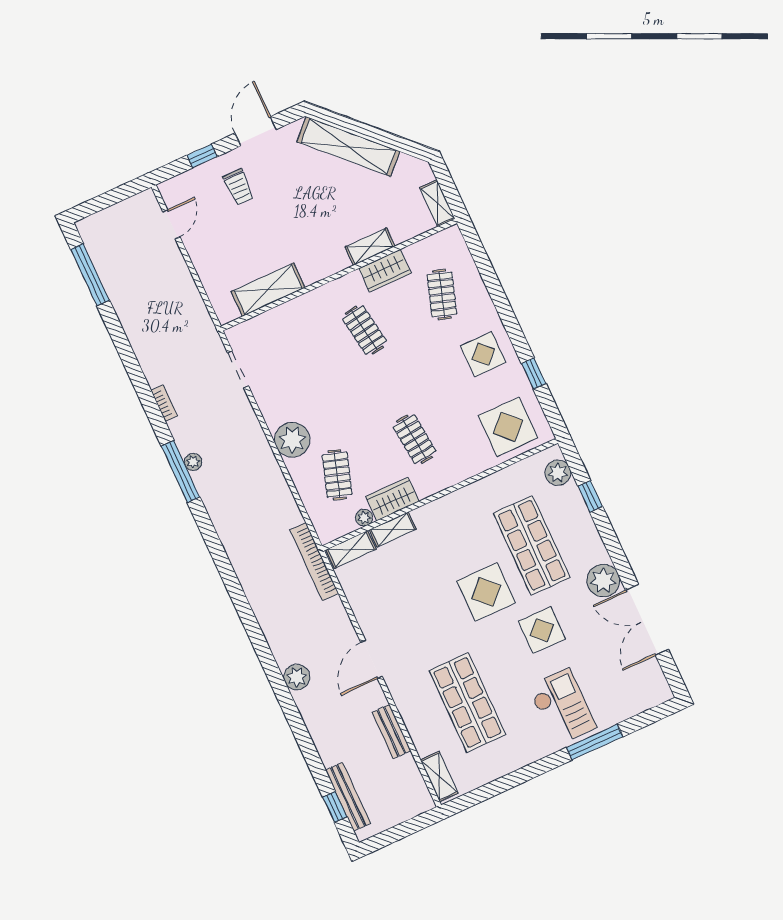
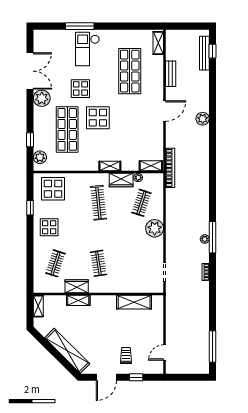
clothes rail: (415, 439) -> (98, 203), width x1.36
shelving: (393, 529) -> (110, 166), moved

